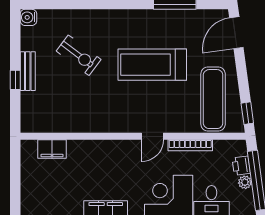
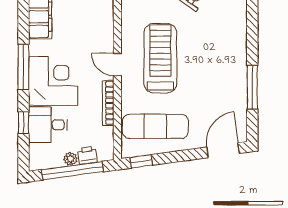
door: (236, 33) -> (223, 150), hinge flipped
treadmill: (152, 65) -> (160, 58), moved

